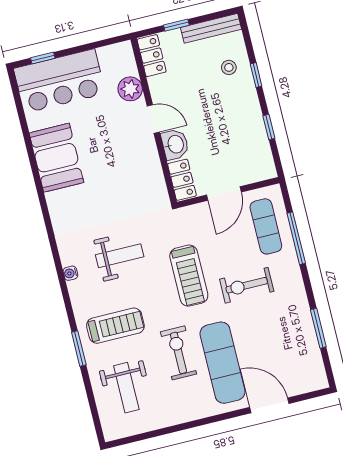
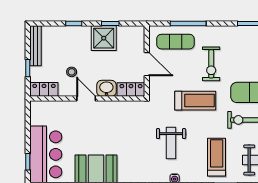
stool: (229, 67) -> (72, 72), moved
plant: (130, 89) -> (62, 109), removed
door: (153, 119) -> (86, 99), hinge flipped
shower: (246, 123) -> (104, 38), added
weight bench: (120, 256) -> (171, 143), turned 180

